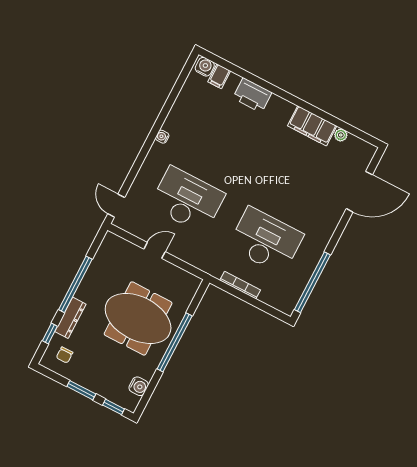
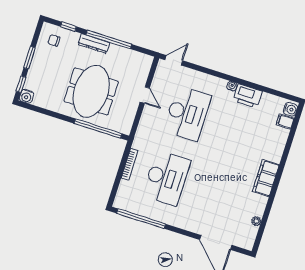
printer: (252, 95) -> (248, 96), moved, turned -90
filing cabinet: (312, 126) -> (266, 178), moved
dresser: (70, 318) -> (94, 44), moved
window: (175, 342) -> (98, 128), moved
water cooler: (139, 386) -> (27, 96), moved

